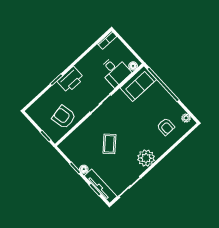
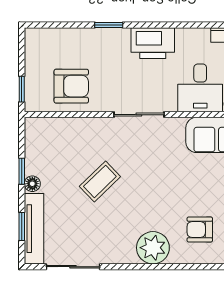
printer: (71, 80) -> (153, 43), moved
armchair: (64, 117) -> (71, 86), turned 101
armchair: (166, 127) -> (200, 230), turned 90
plant: (146, 158) -> (153, 248), moved

